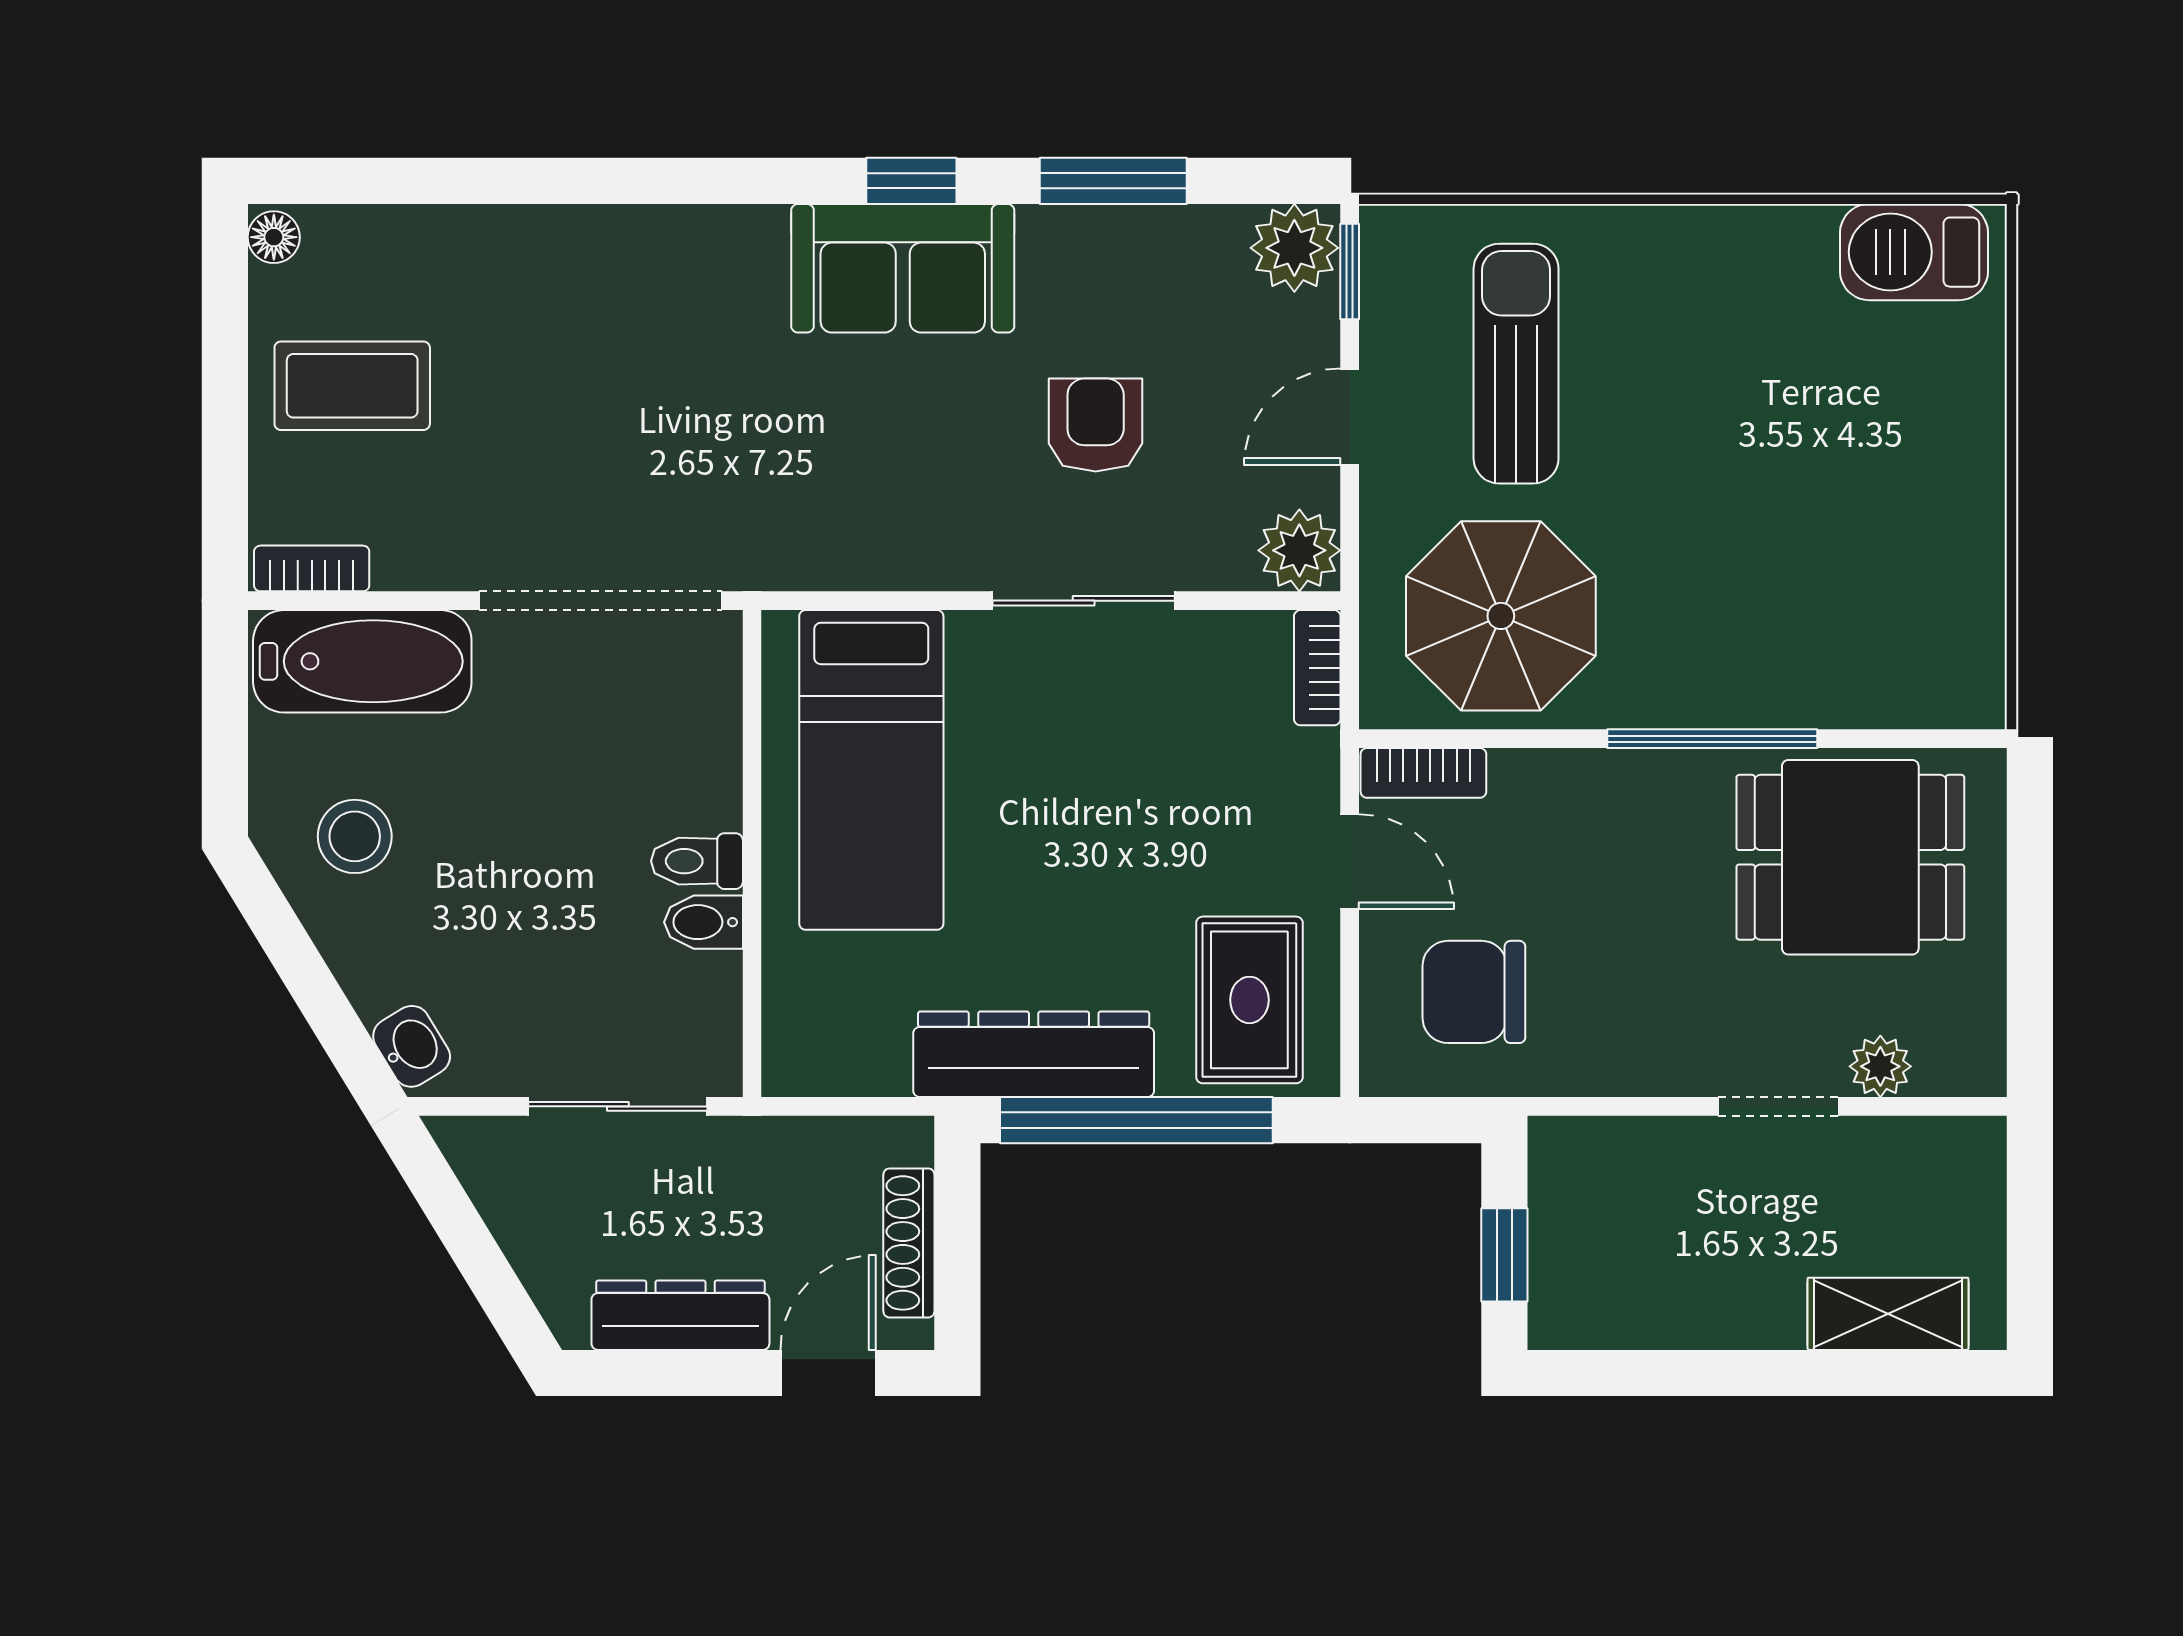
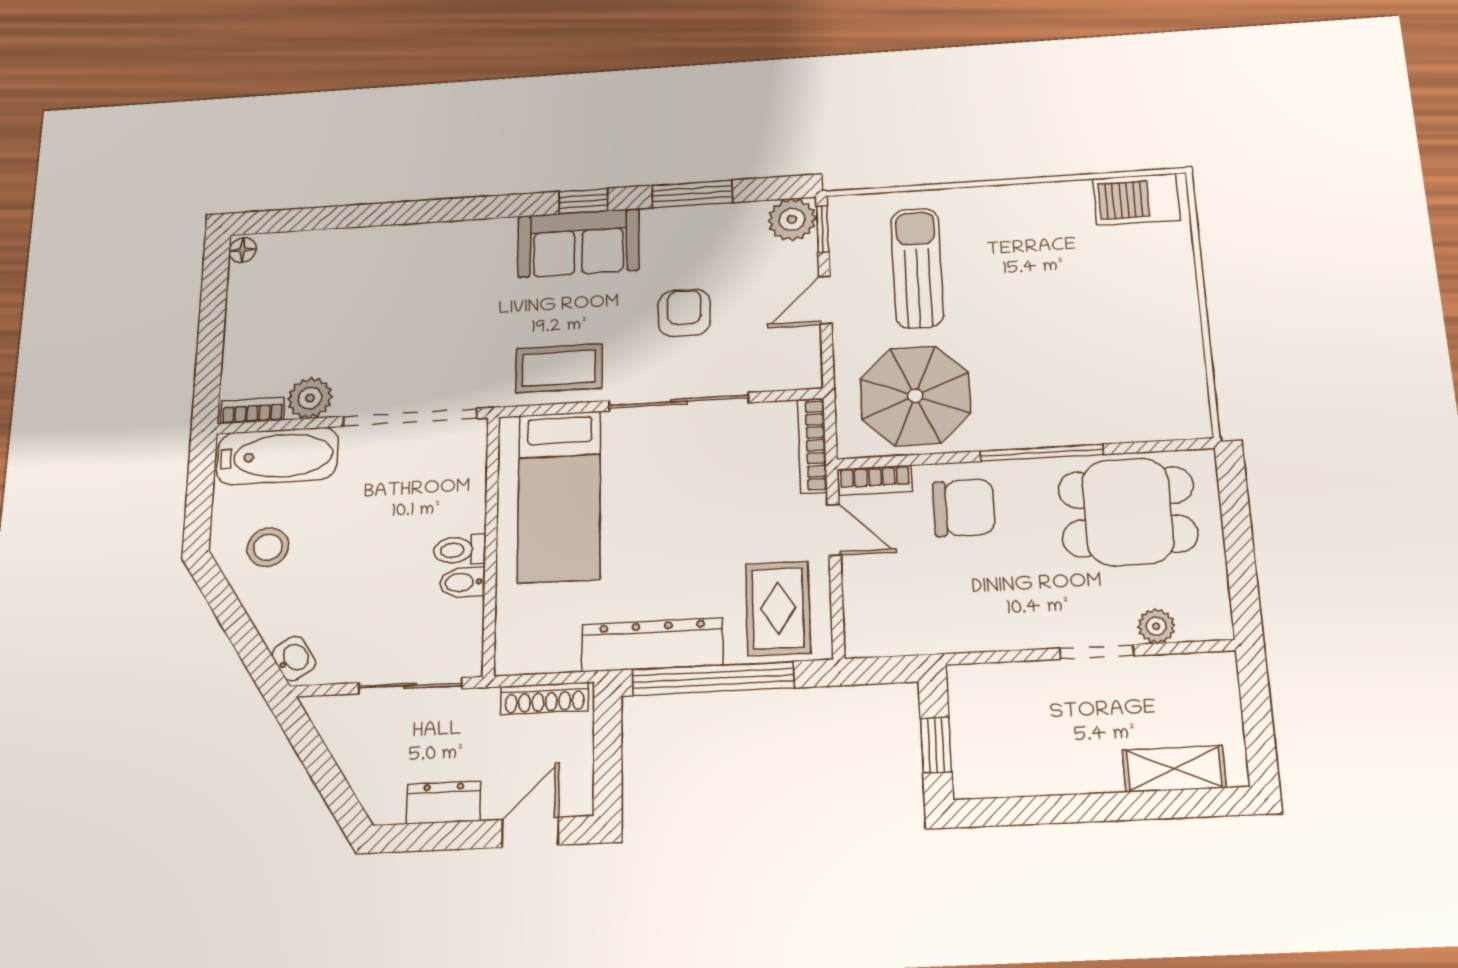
coffee table: (352, 386) -> (559, 368), moved
plant: (1299, 550) -> (310, 398), moved
sliding door: (1084, 601) -> (679, 402), width x1.37
bookcase: (1317, 668) -> (812, 445), width x1.56
chair: (1474, 992) -> (964, 508), moved, turned 180
shoe rack: (909, 1243) -> (545, 698), moved, turned -90
dresser: (680, 1315) -> (443, 803), width x0.70

